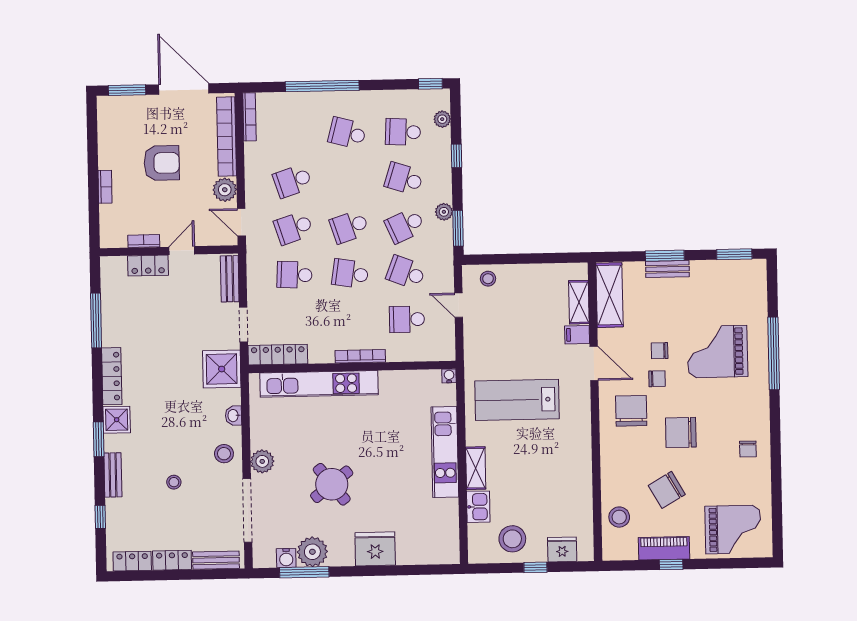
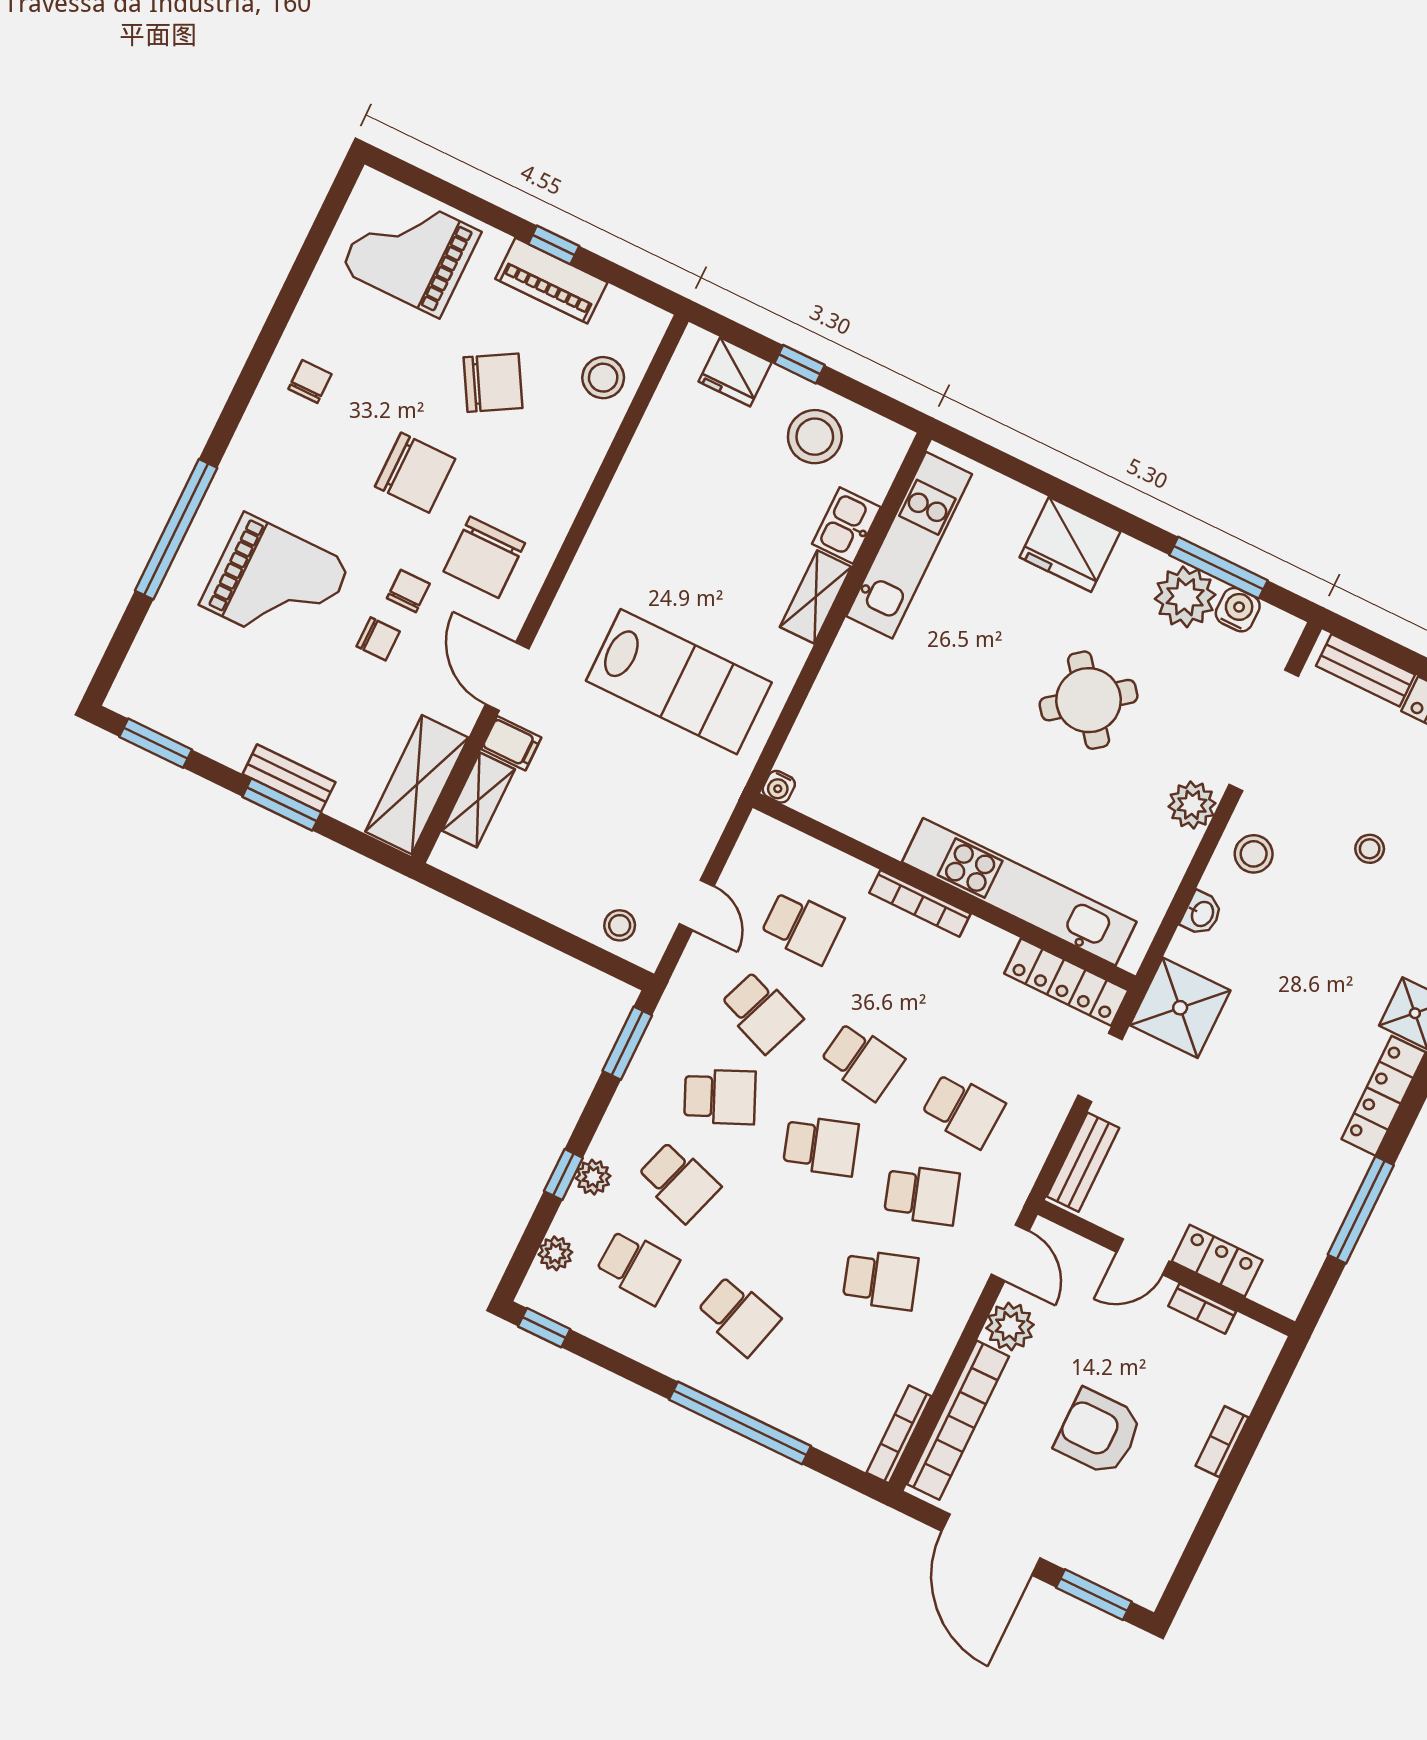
plant: (444, 212) -> (593, 1177), moved
chair: (657, 379) -> (408, 591), turned 90
kitchen unit: (445, 452) -> (909, 545), moved

